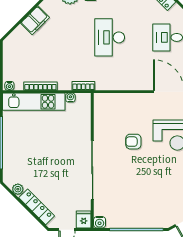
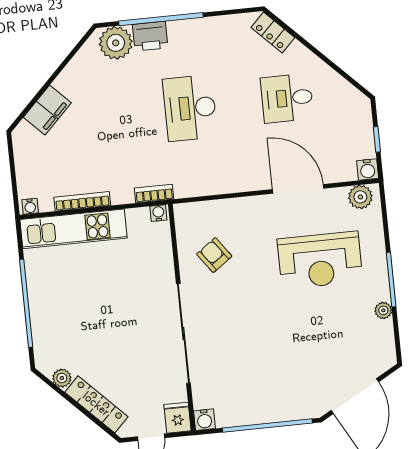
filing cabinet: (35, 20) -> (47, 110), moved
water cooler: (70, 98) -> (158, 213), moved
armchair: (133, 142) -> (214, 255), moved, turned 54

